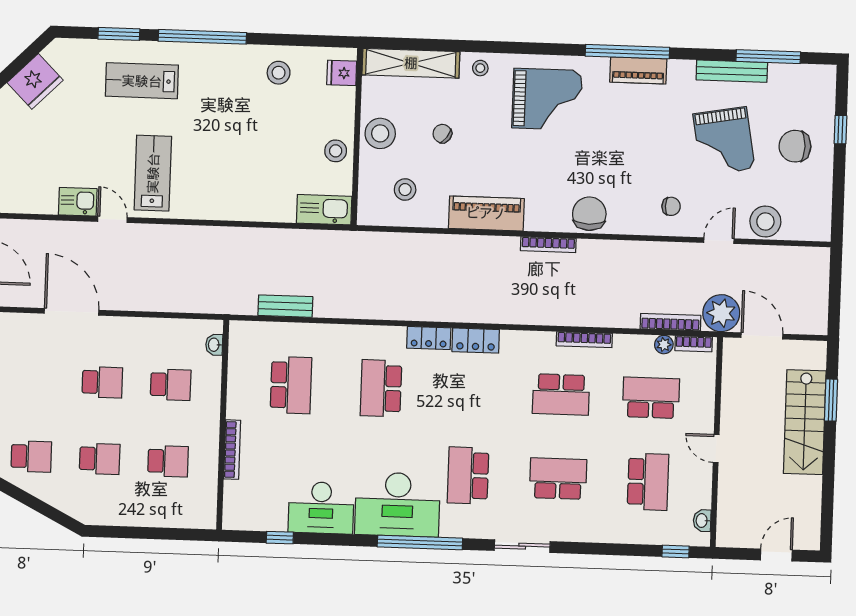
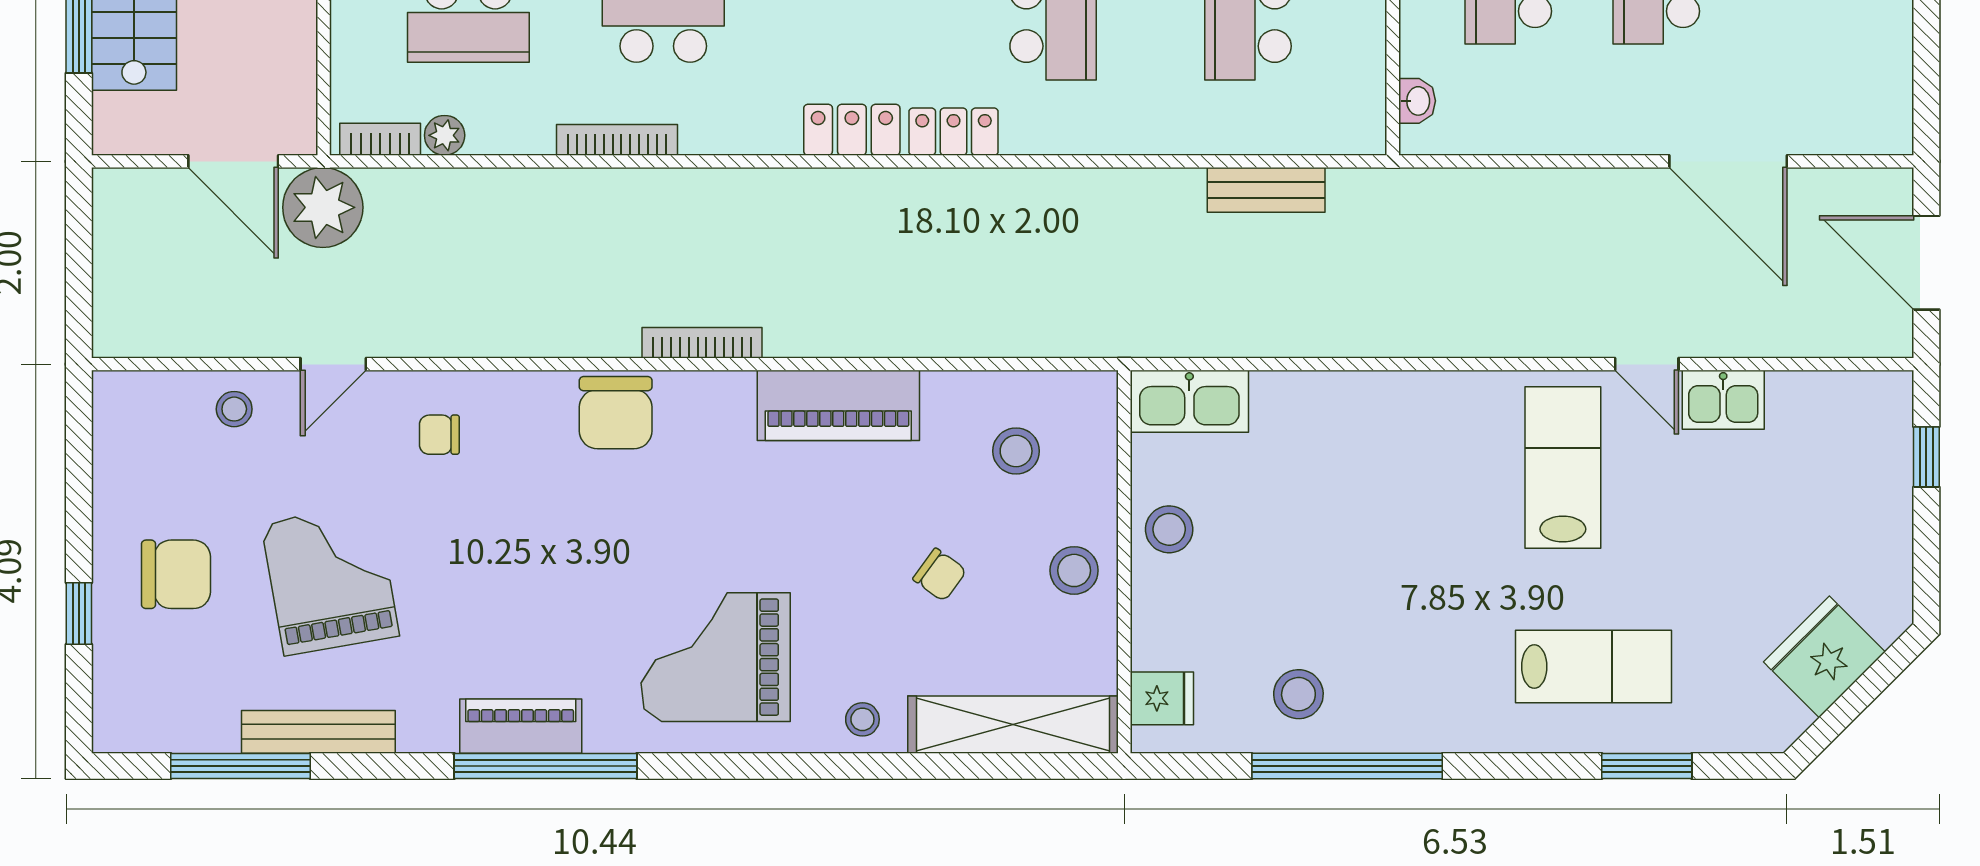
window: (202, 37) -> (1347, 766), moved
stool: (380, 133) -> (1074, 570), width x0.73, depth x0.73
lab bench: (153, 173) -> (1563, 468), turned 180
stool: (765, 222) -> (234, 409), width x0.53, depth x0.53
bookcase: (670, 322) -> (432, 184), removed

